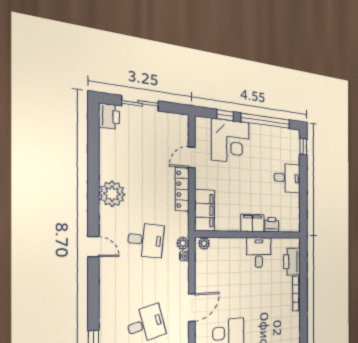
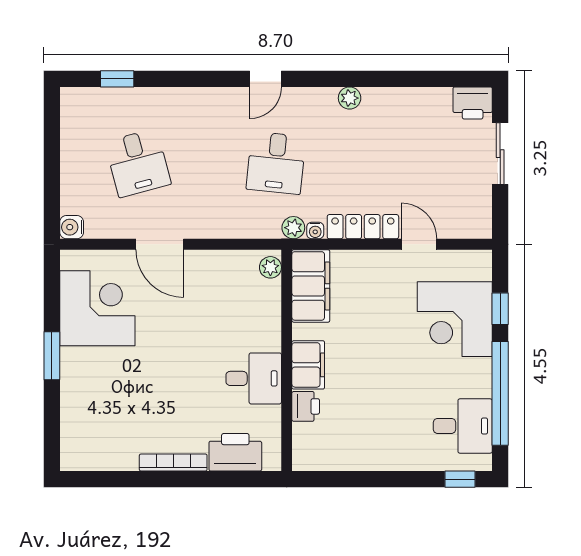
desk: (287, 178) -> (463, 426), moved, turned -90
plant: (112, 194) -> (350, 98), width x0.53, depth x0.53
filing cabinet: (205, 210) -> (311, 286), moved, turned -90
plant: (183, 243) -> (293, 228), moved
water cooler: (184, 256) -> (315, 230), moved

